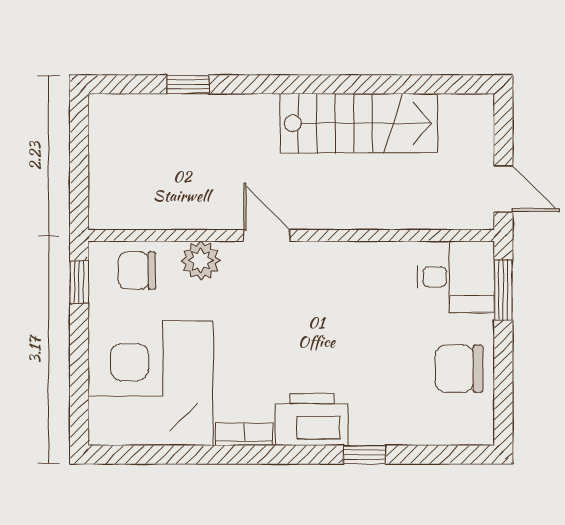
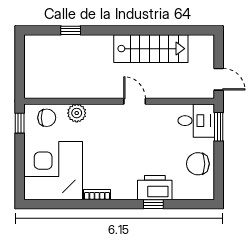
door: (267, 235) -> (135, 101), moved
chair: (137, 271) -> (47, 118), turned 180
printer: (312, 419) -> (155, 188), moved

